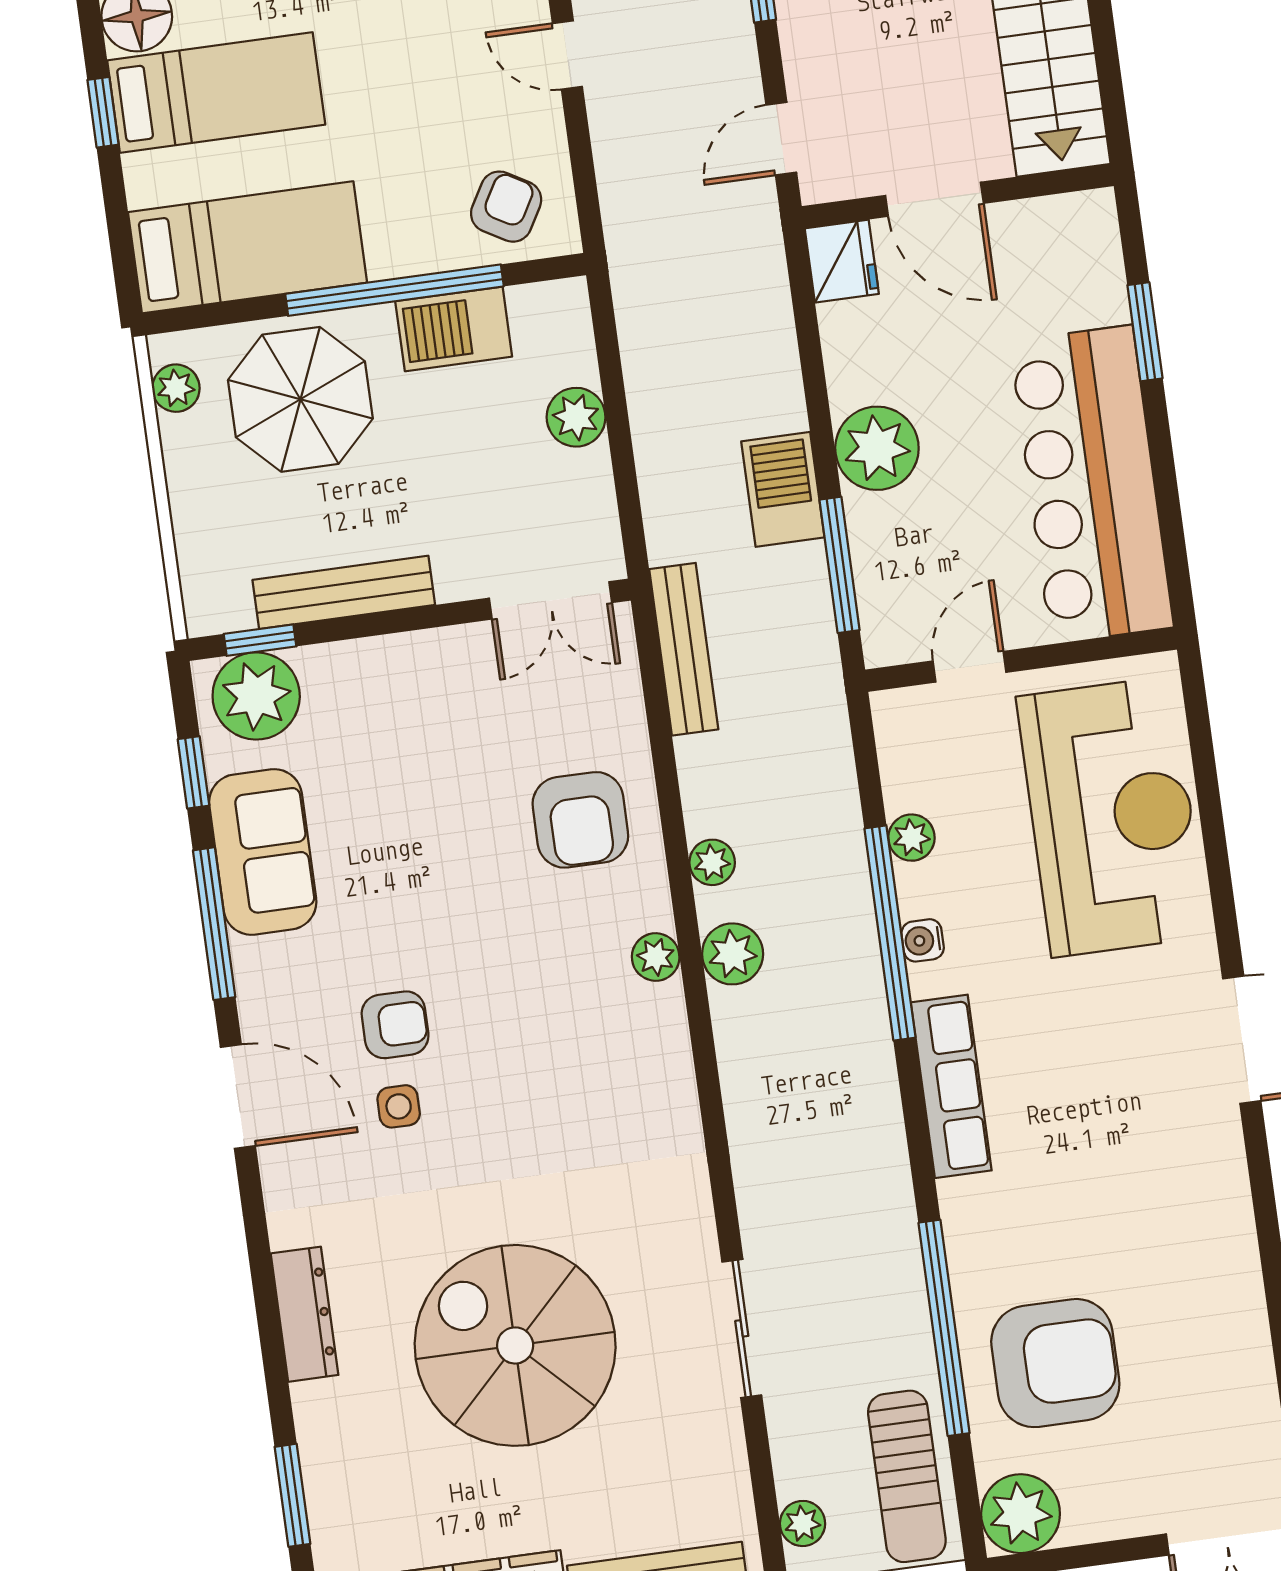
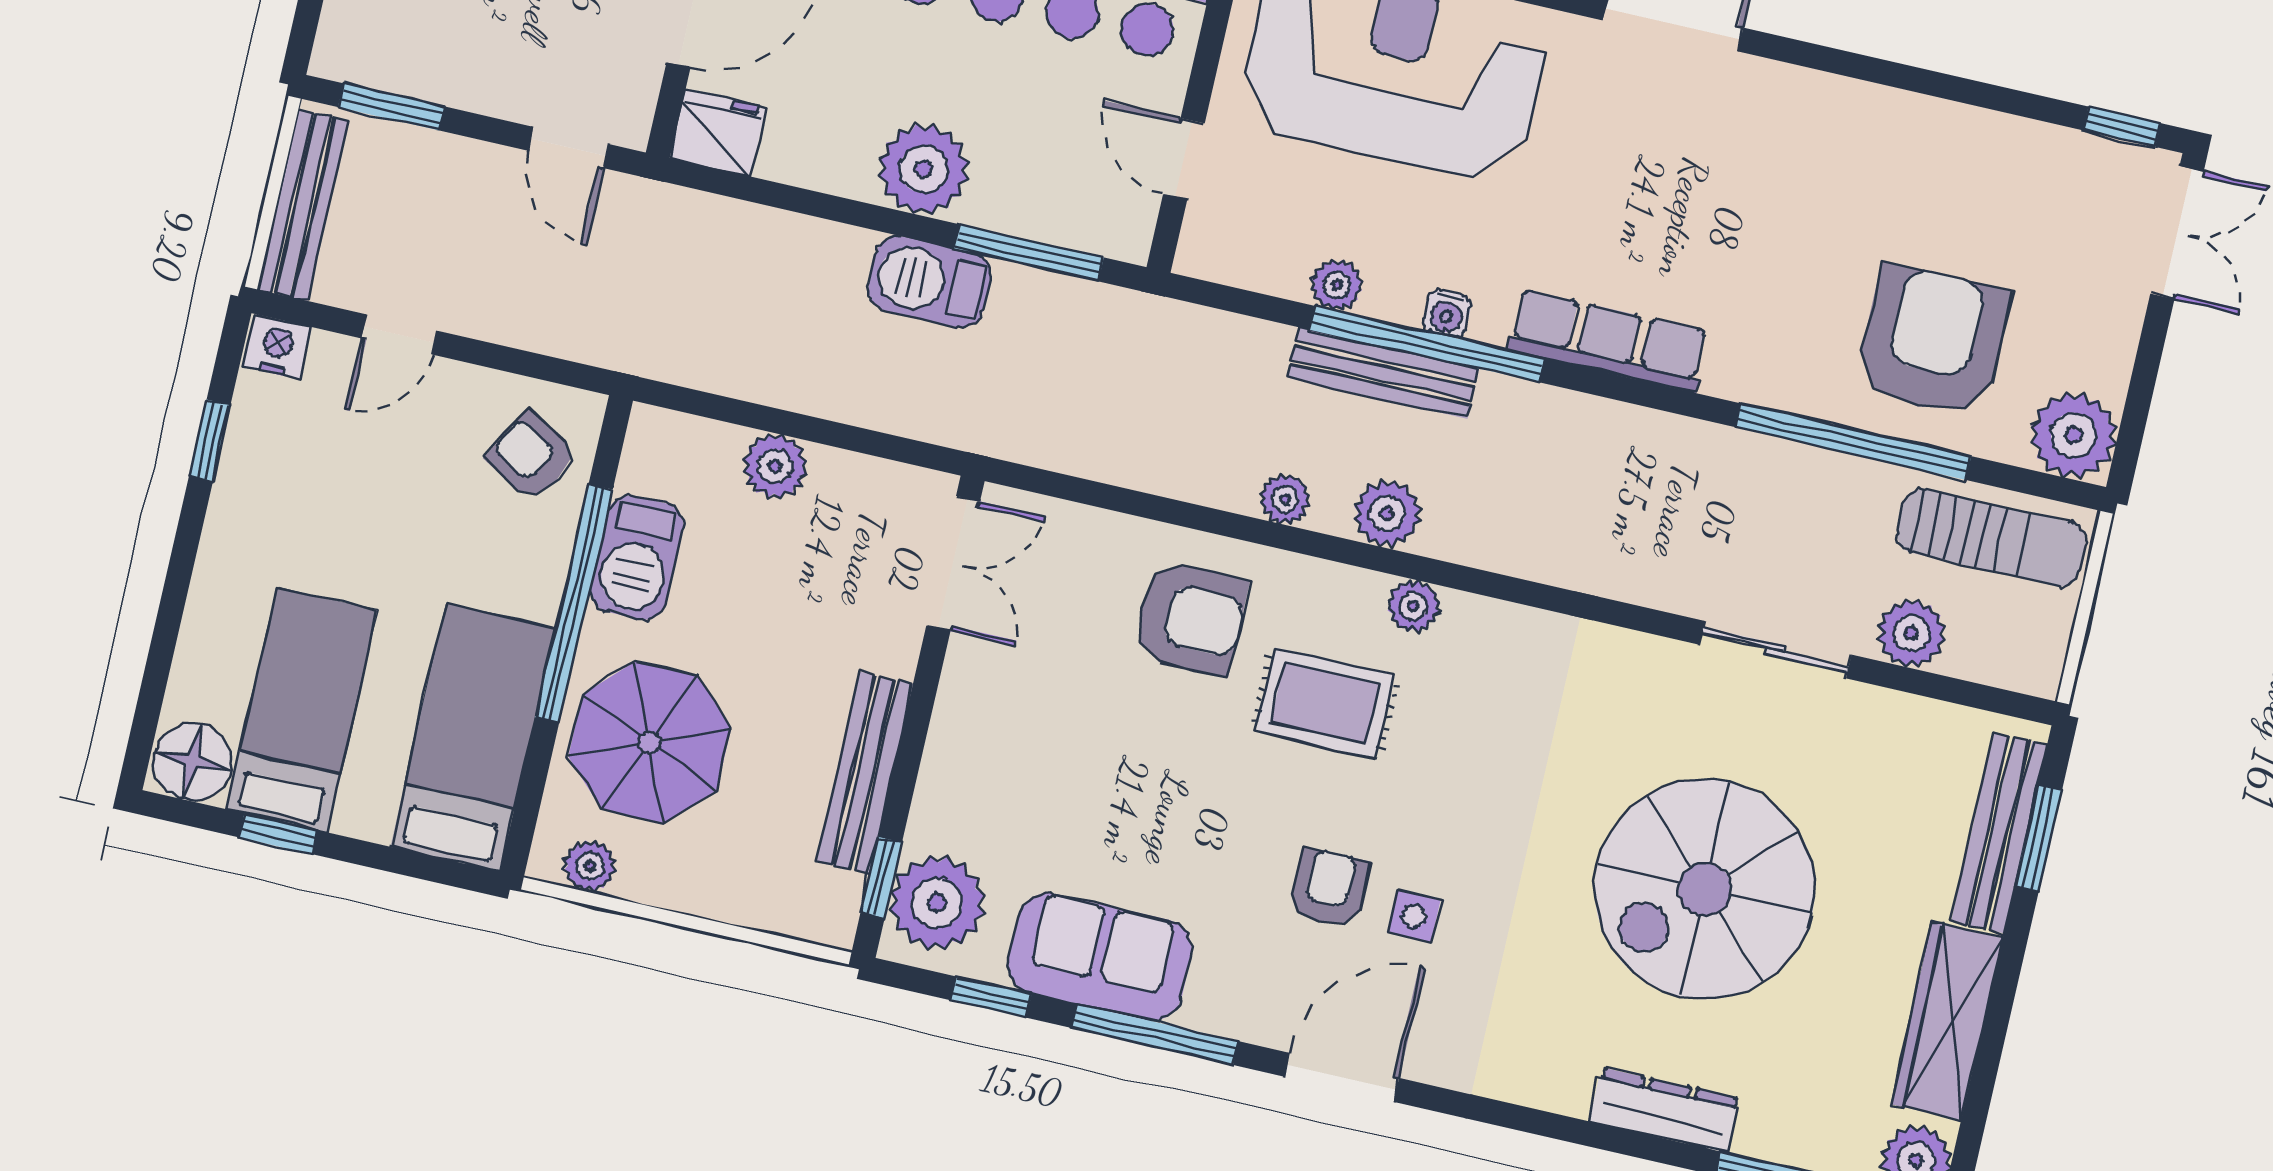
bench: (684, 649) -> (1383, 373), moved
plant: (656, 957) -> (1413, 606), moved
rug: (551, 962) -> (1325, 703), added
dresser: (305, 1314) -> (1665, 1110), moved
plant: (803, 1523) -> (1911, 633), moved, width x1.38, depth x1.38

